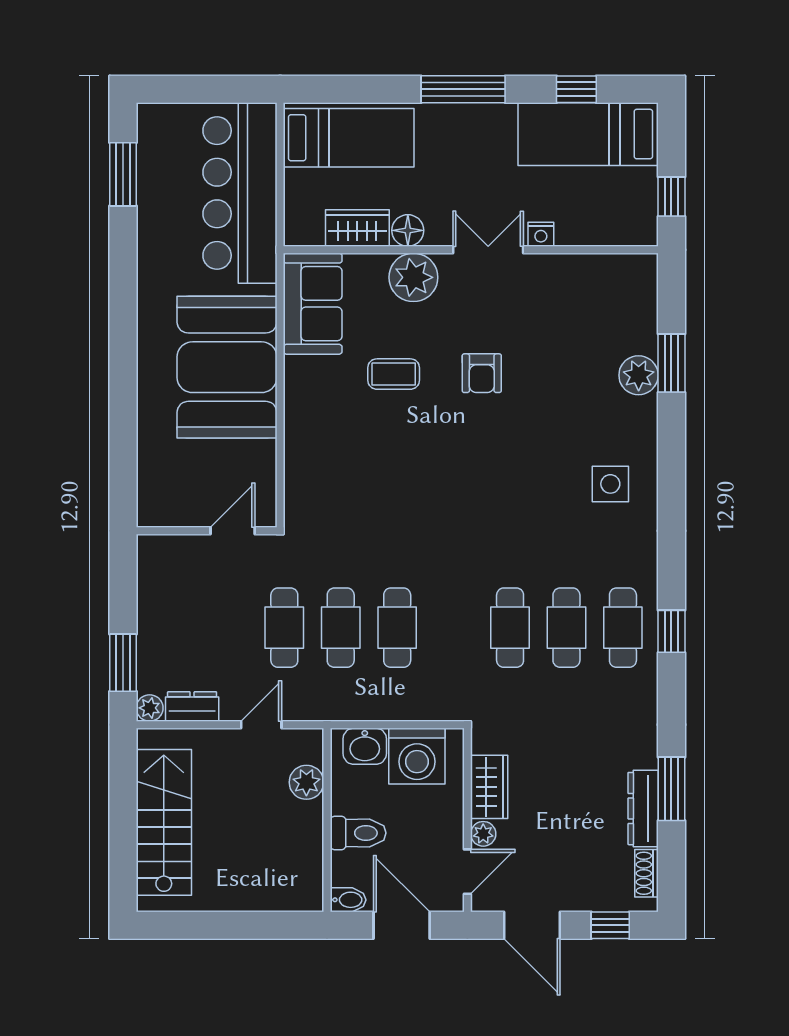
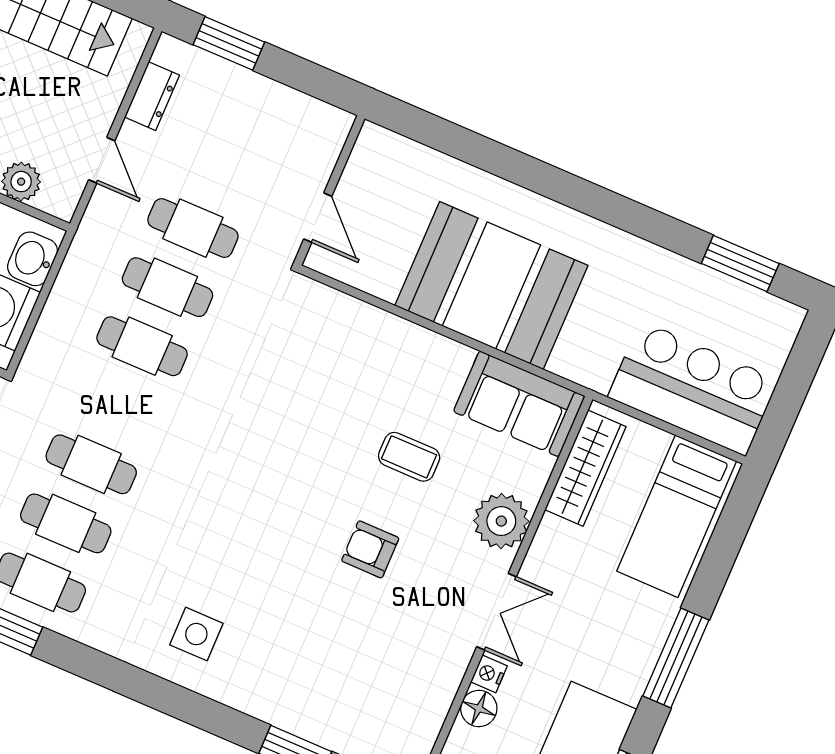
bar counter: (240, 193) -> (693, 388), width x0.73
wardrobe: (357, 228) -> (585, 468), width x1.50
floor lamp: (408, 230) -> (479, 708), moved
coffee table: (394, 374) -> (409, 457), turned 90
plant: (639, 375) -> (297, 713), removed
plant: (150, 708) -> (170, 51), removed

